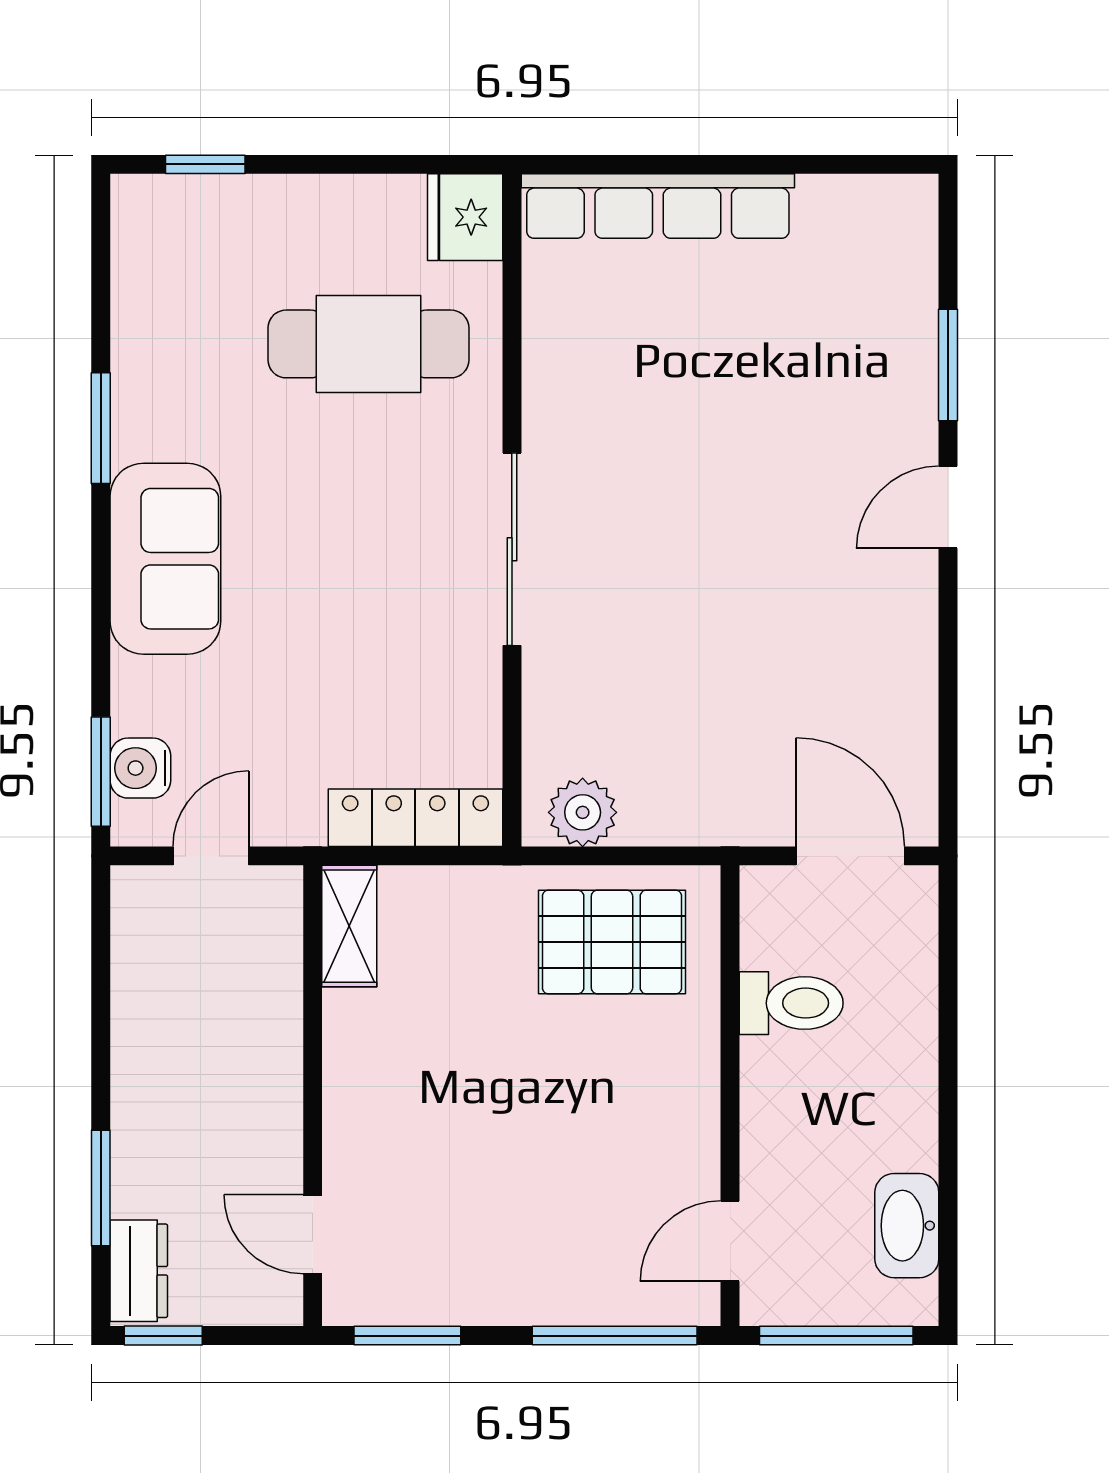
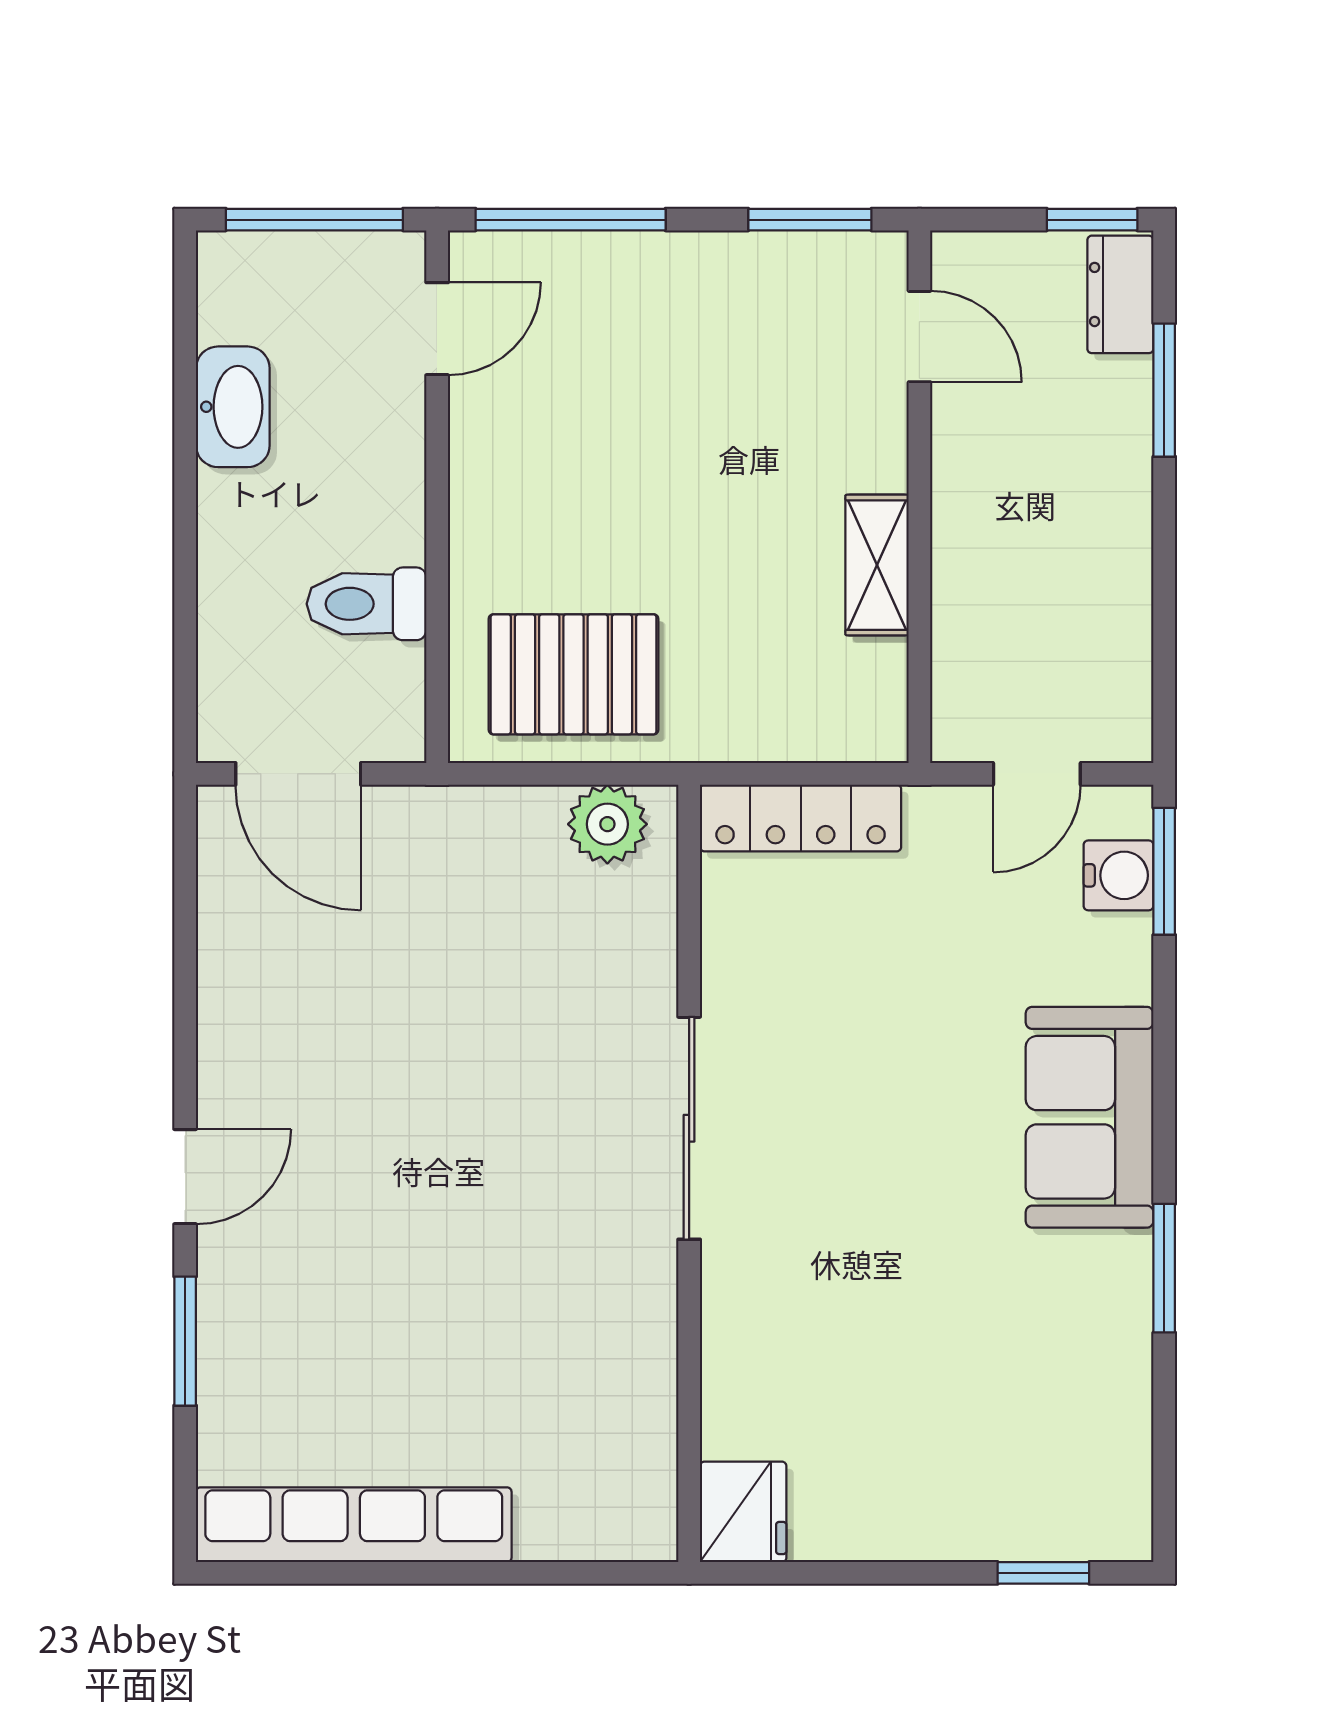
row of seats: (658, 206) -> (354, 1525), moved
cafe table: (368, 344) -> (855, 1365), removed
shelving: (349, 926) -> (877, 565), moved
washbasin: (907, 1226) -> (233, 407), moved

